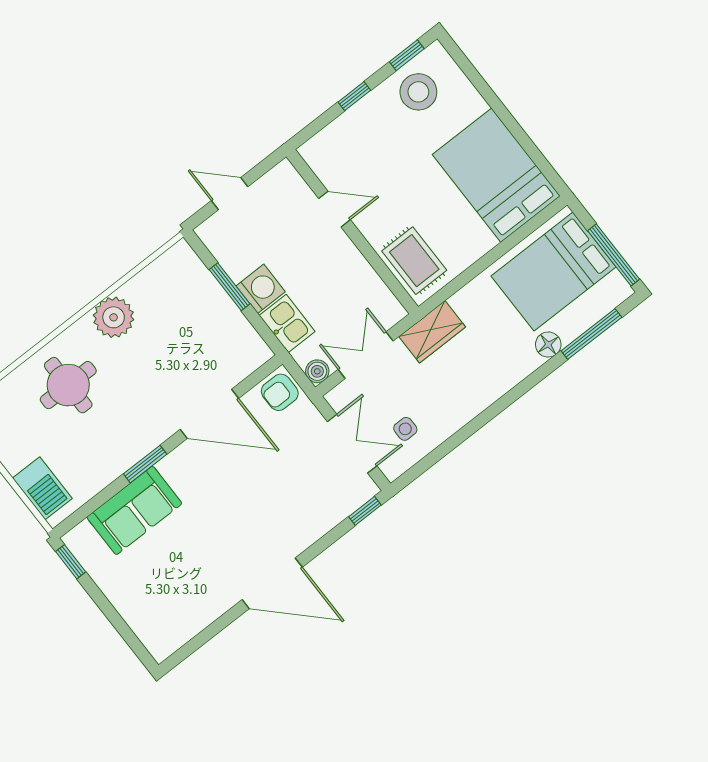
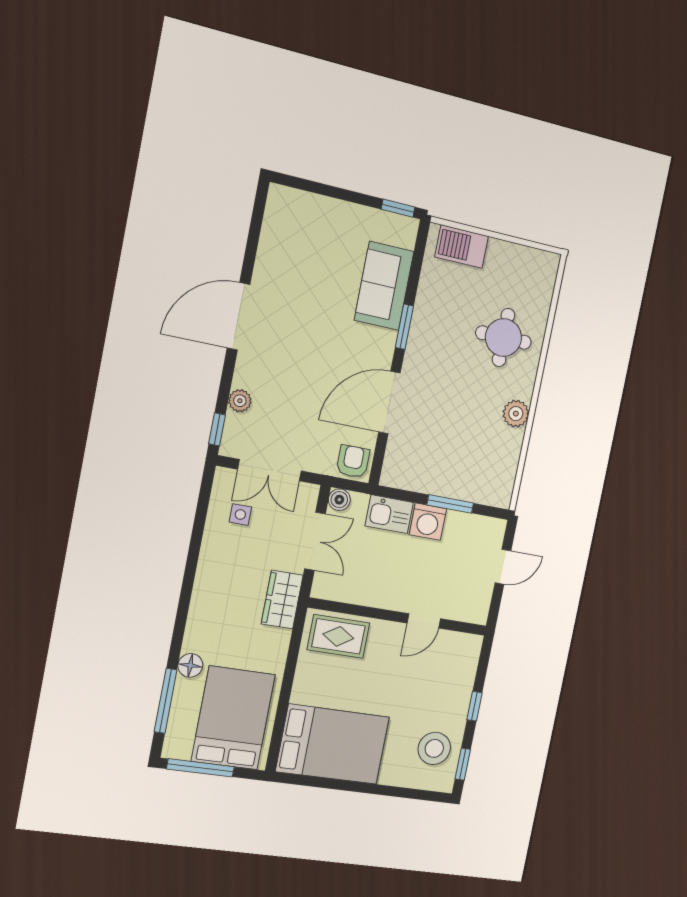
plant: (114, 317) -> (516, 414), width x0.73, depth x0.73
plant: (328, 518) -> (240, 401), added

